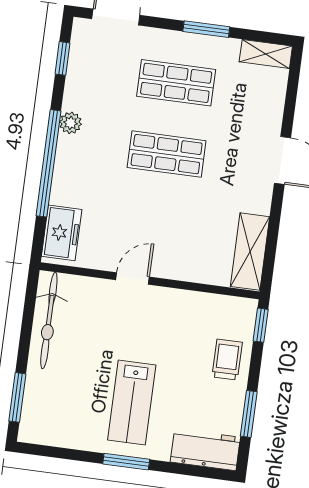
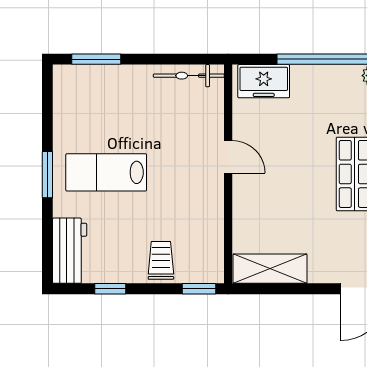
bicycle: (49, 321) -> (189, 76), width x0.73, depth x0.71
trolley: (227, 360) -> (161, 260), turned -90
window: (249, 414) -> (110, 289), width x0.67

